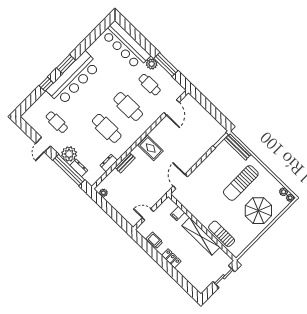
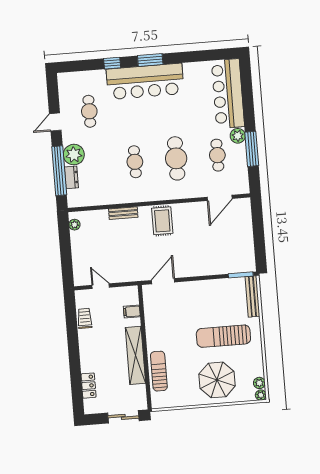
cafe table: (107, 128) -> (135, 162), width x0.73, depth x0.74
dresser: (109, 163) -> (106, 199), removed
locker: (171, 258) -> (89, 386), moved

